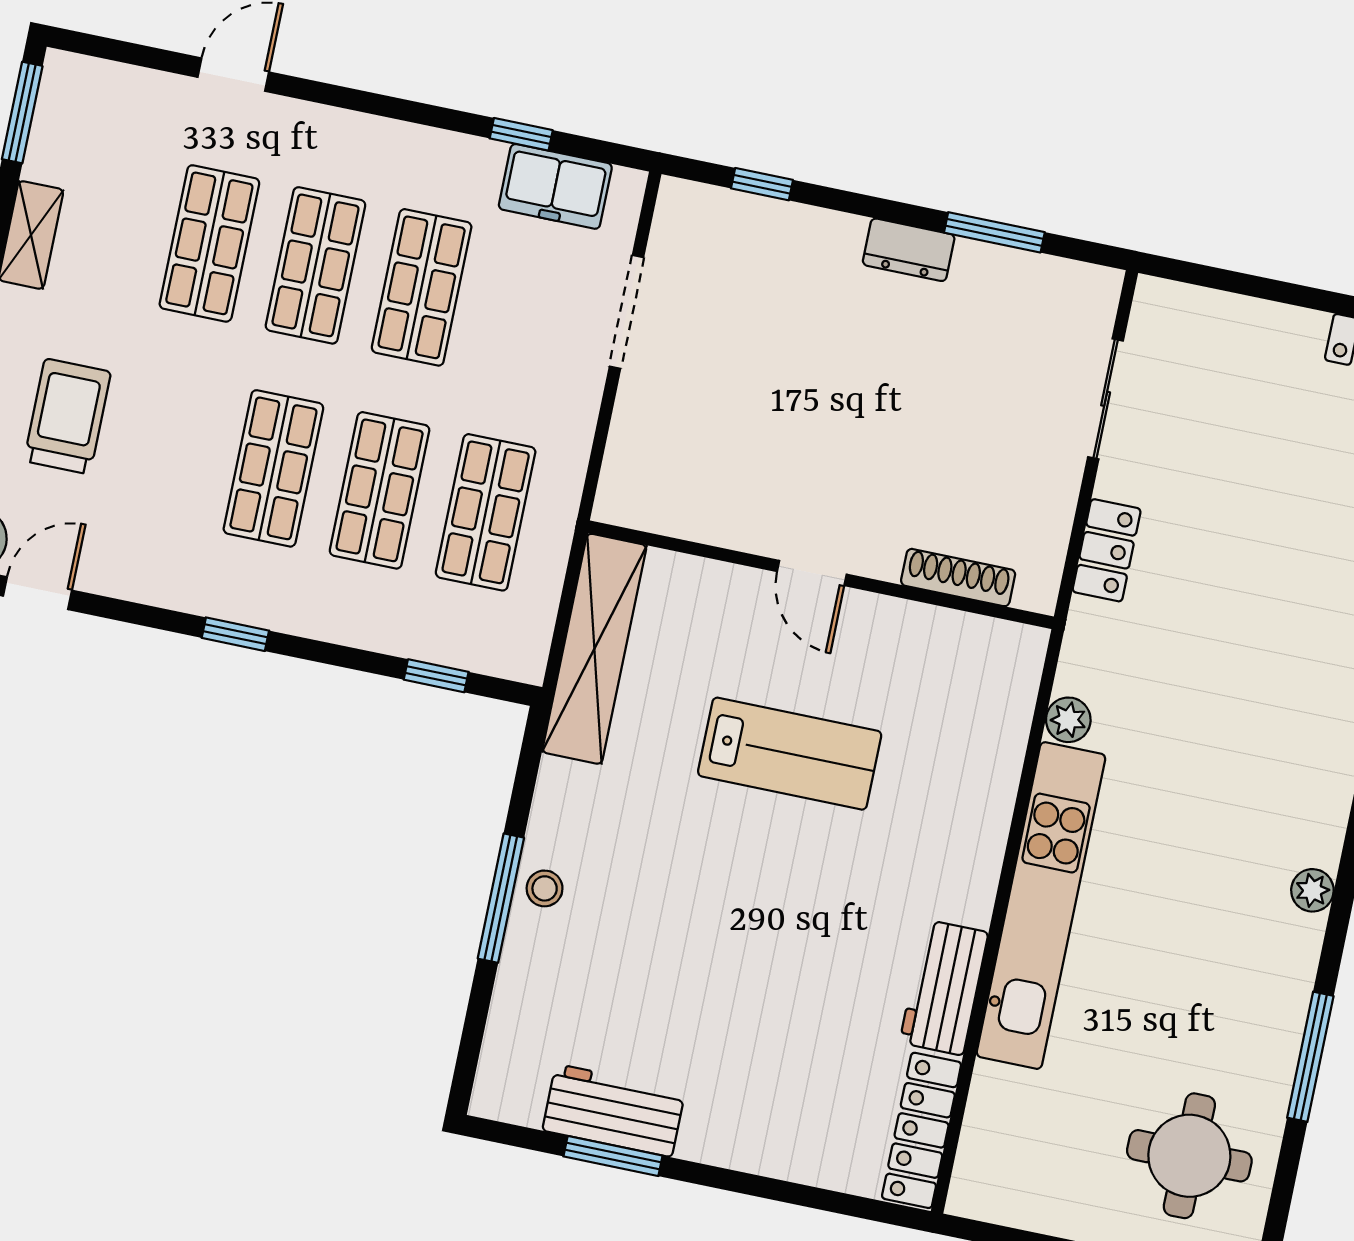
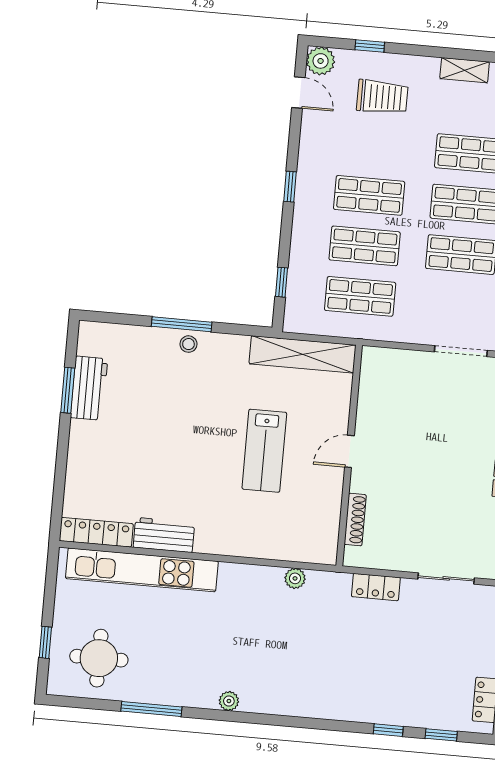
kitchen unit: (1041, 906) -> (142, 570), moved

